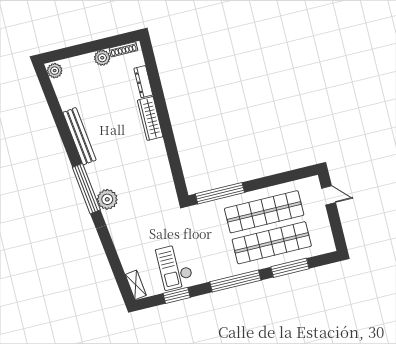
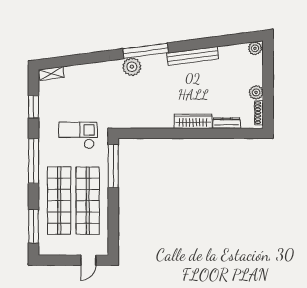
checkout: (175, 267) -> (78, 135), moved
window: (290, 268) -> (34, 226), moved

